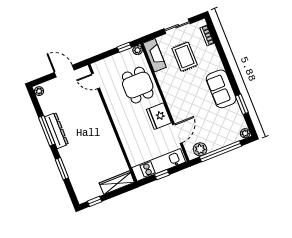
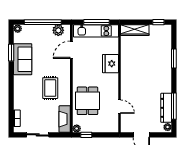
rug: (185, 57) -> (50, 88), moved
door: (96, 81) -> (120, 107), moved
sofa: (221, 89) -> (23, 59), moved
fridge: (159, 116) -> (110, 64), moved, turned 180
window: (47, 131) -> (174, 106), moved
dresser: (56, 131) -> (166, 108), moved
window: (162, 175) -> (96, 22), width x2.17

